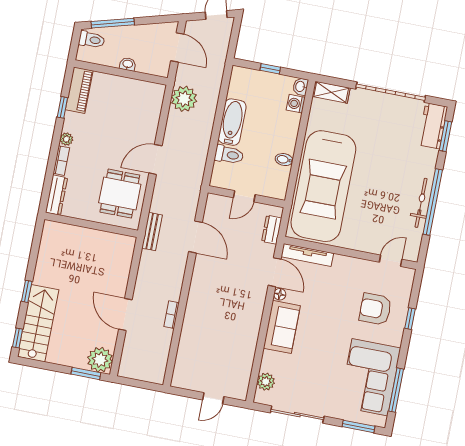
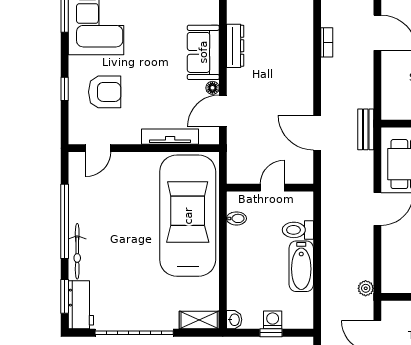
plant: (184, 99) -> (366, 288), width x0.53, depth x0.53
washing machine: (296, 104) -> (273, 320), moved, turned -90
bidet: (284, 160) -> (236, 218), moved
bicycle: (421, 203) -> (77, 251), moved
dresser: (272, 230) -> (235, 46), moved, width x1.44
tv unit: (307, 255) -> (170, 137), moved
door: (275, 272) -> (223, 111), hinge flipped

